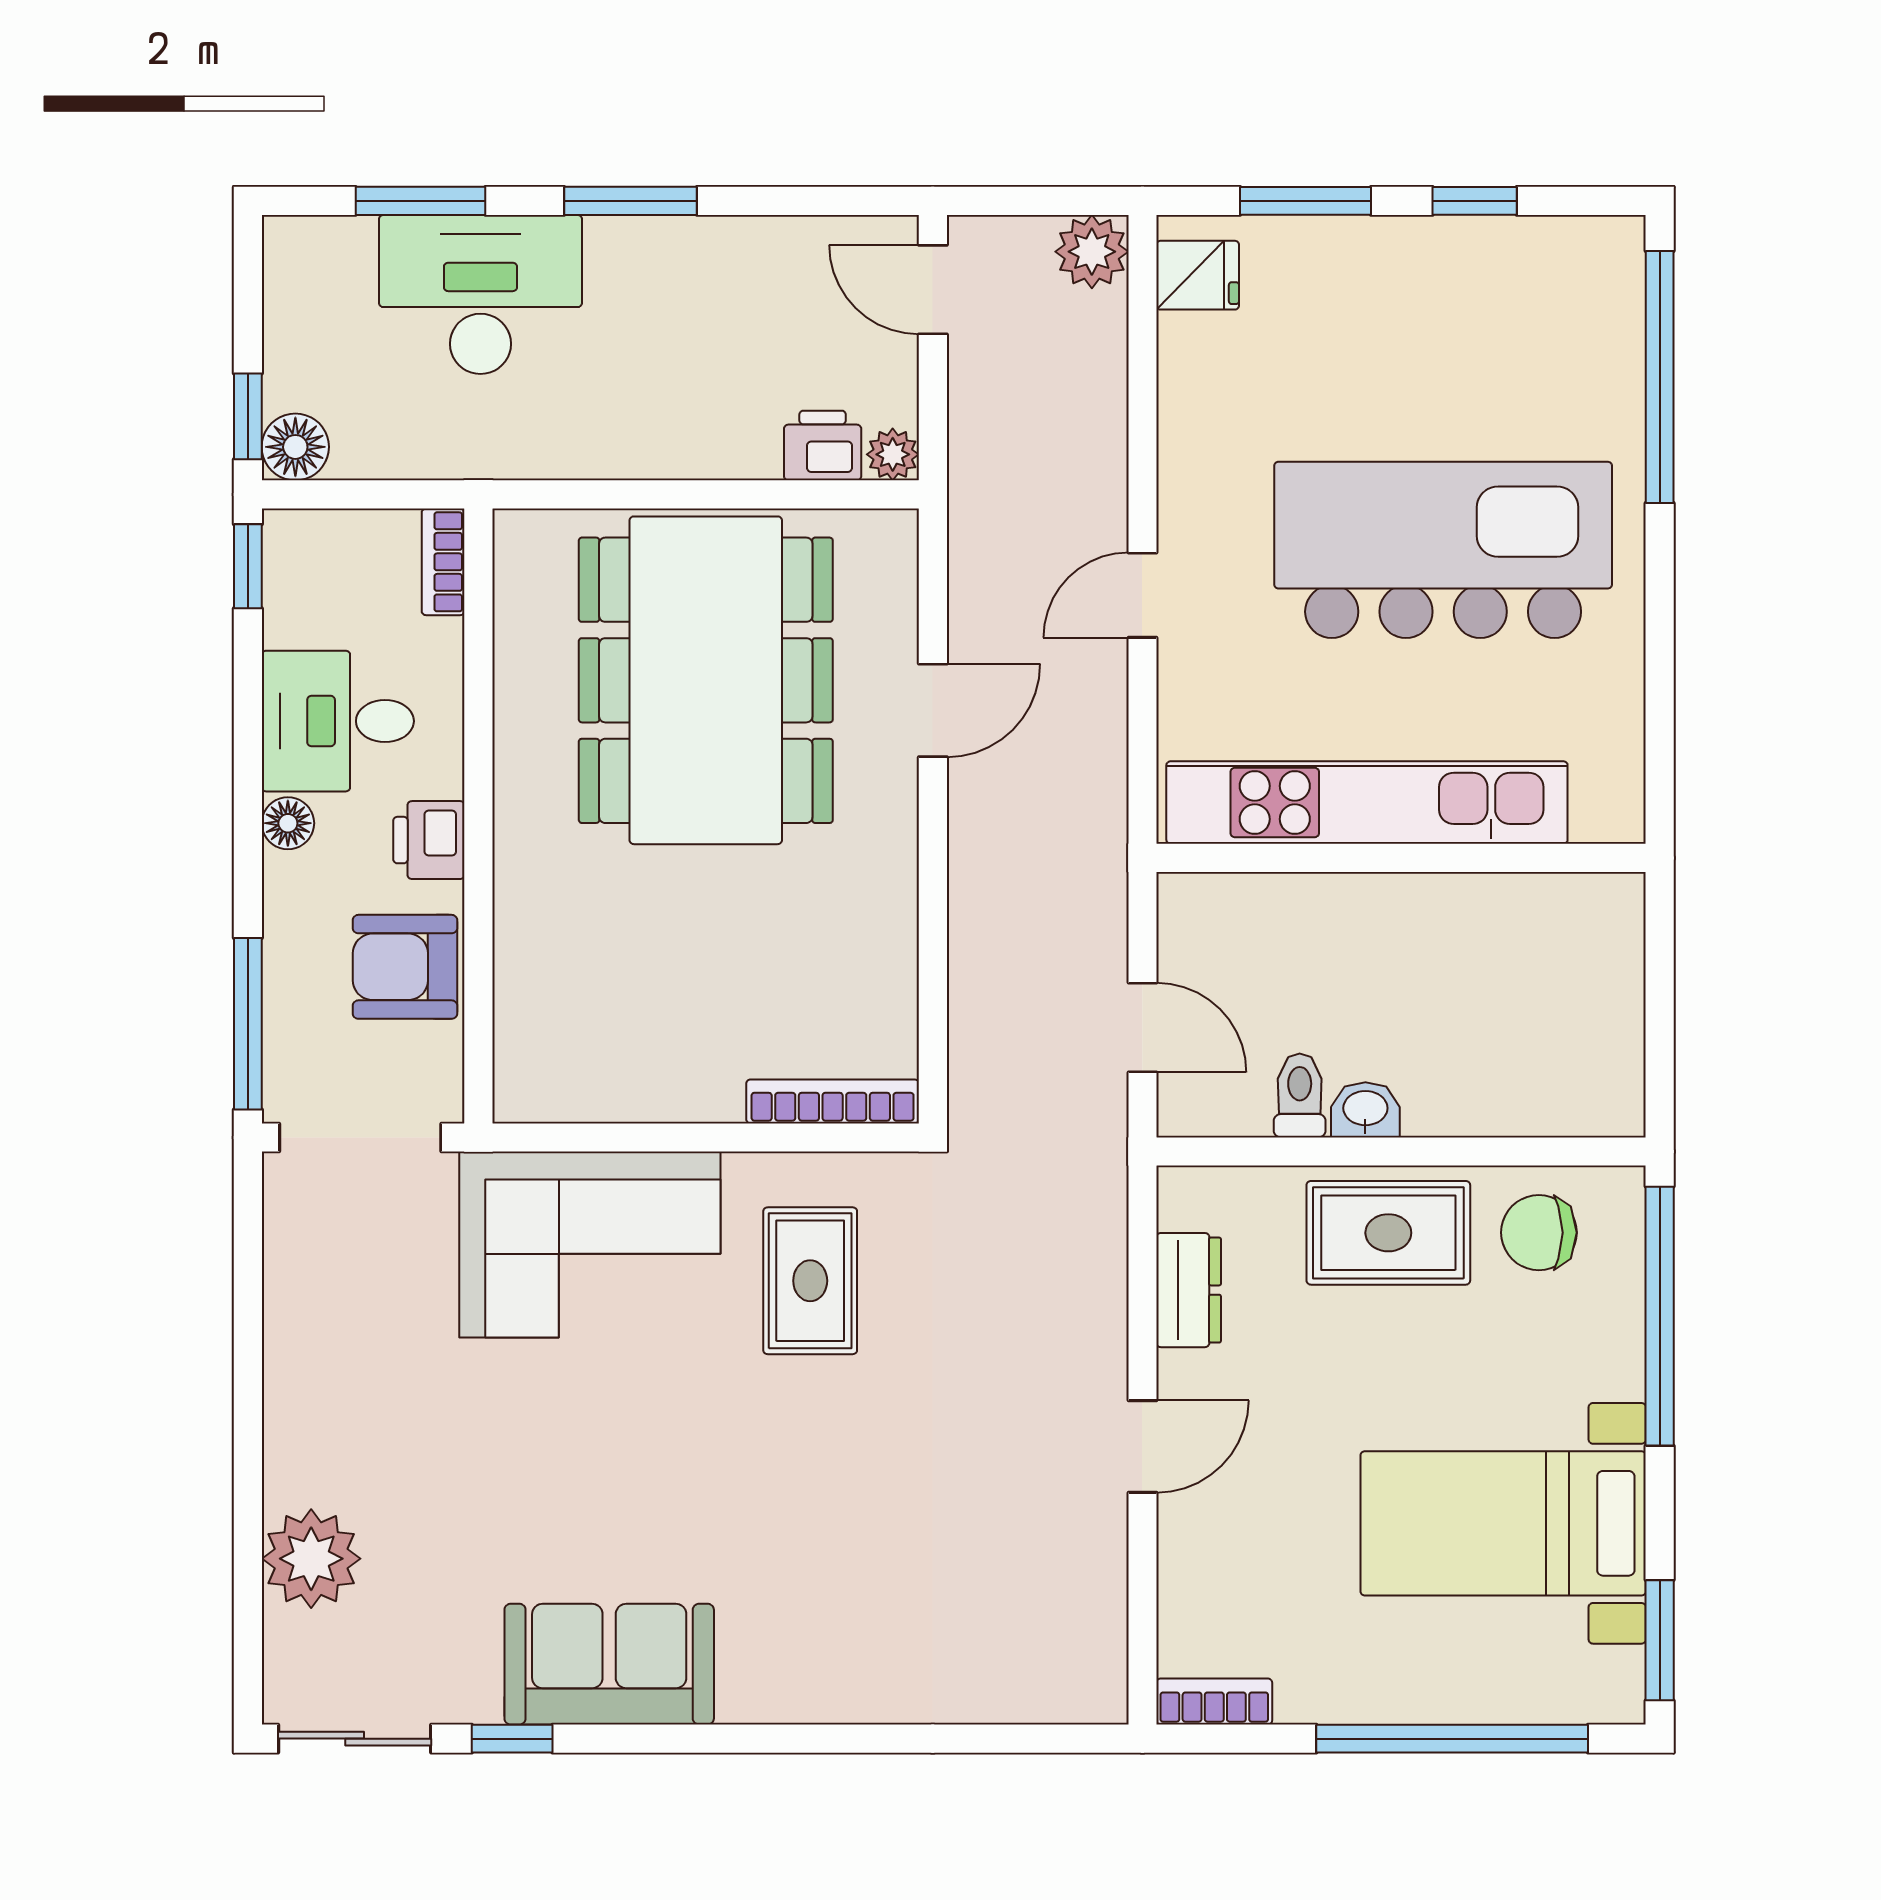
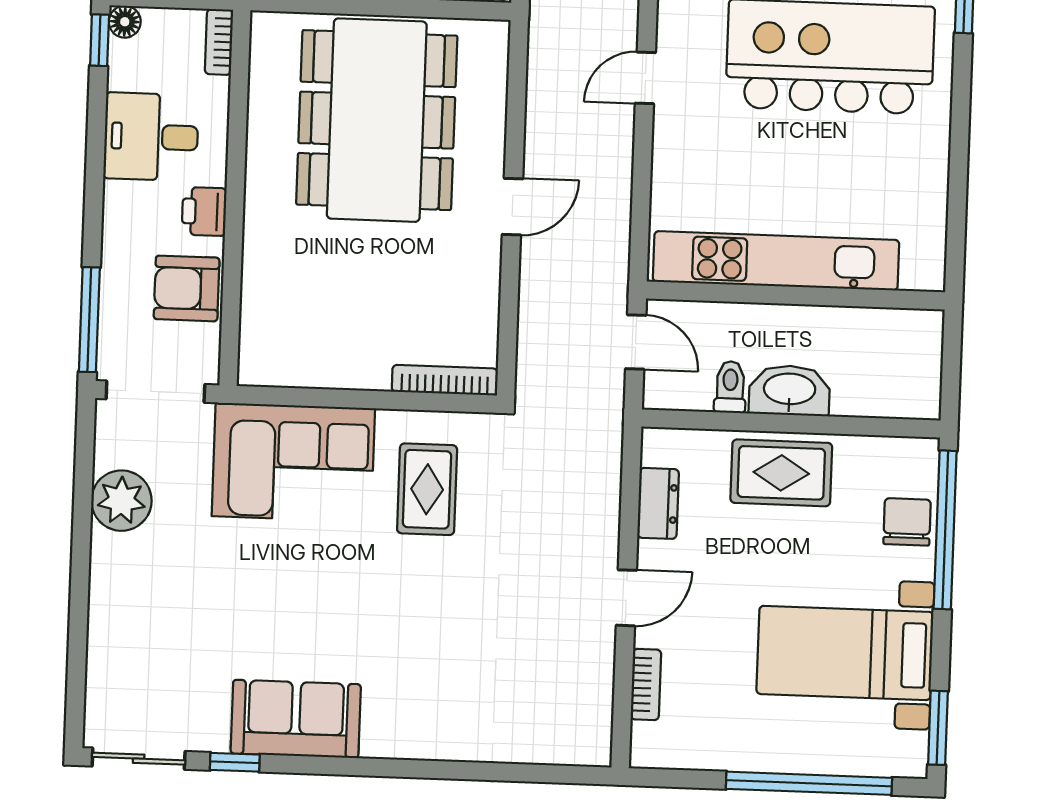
door: (933, 710) -> (512, 207), moved
kitchen unit: (1367, 803) -> (776, 261), moved
floor lamp: (288, 823) -> (125, 22), moved
wall: (1401, 858) -> (796, 295), moved
washbasin: (1365, 1110) -> (789, 390), width x1.91, depth x1.45
chair: (1539, 1233) -> (907, 522), moved, turned 90
plant: (311, 1559) -> (121, 501), moved
bookcase: (1214, 1702) -> (646, 685), moved, turned 90

